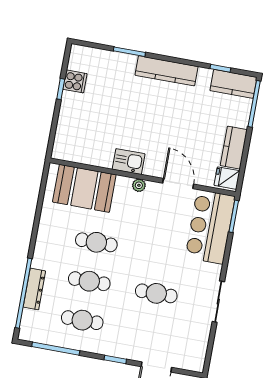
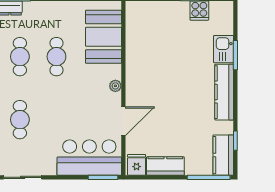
kitchen sink: (129, 162) -> (224, 49), moved, turned 180

